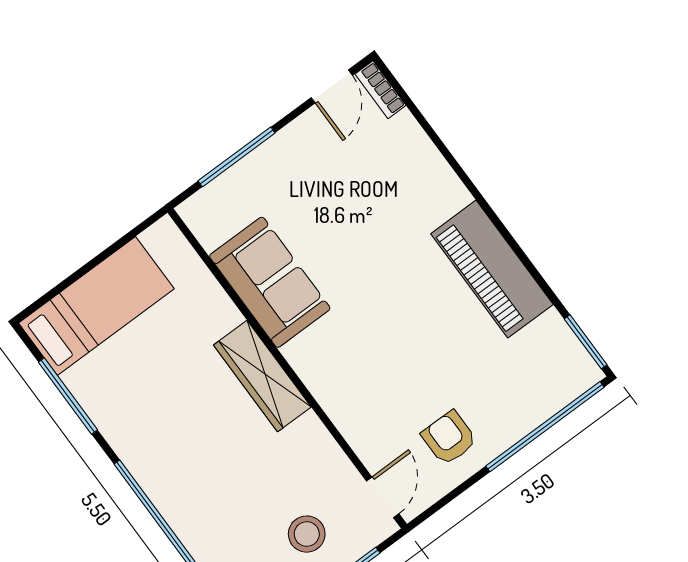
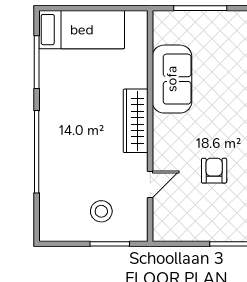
armchair: (449, 438) -> (214, 171), moved
door: (383, 497) -> (150, 184), moved

